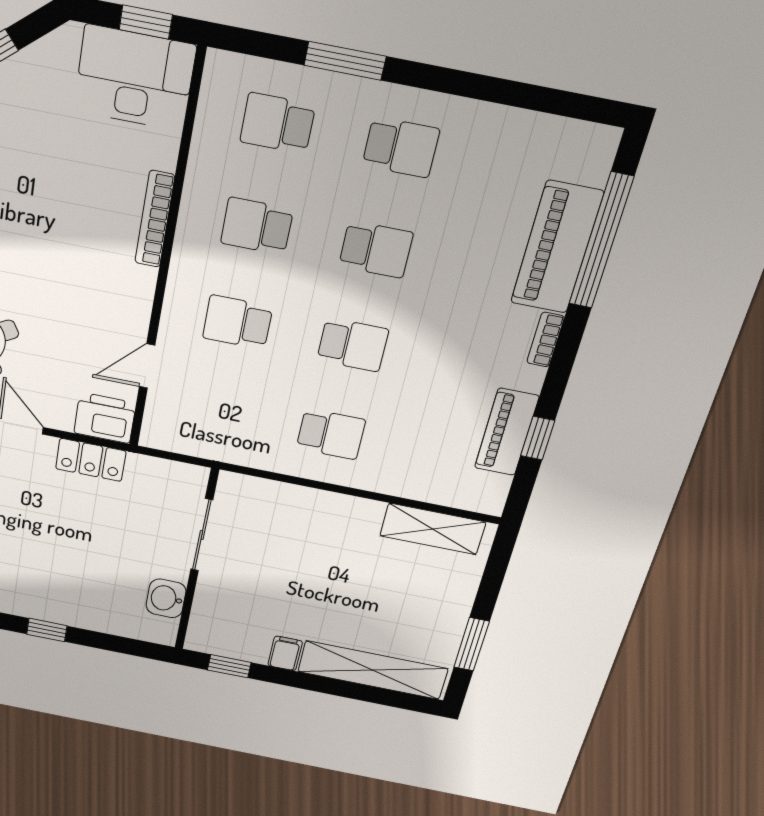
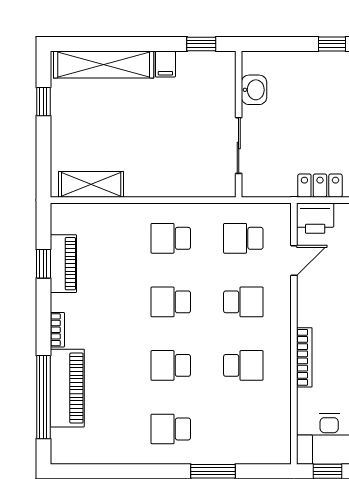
school desk: (278, 123) -> (243, 238), moved, turned 180
window: (471, 644) -> (43, 102), width x0.67

